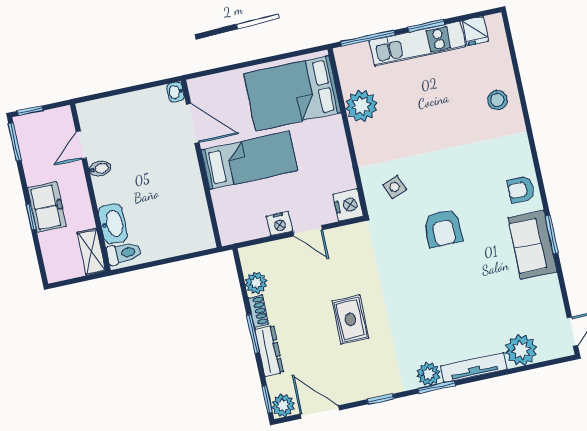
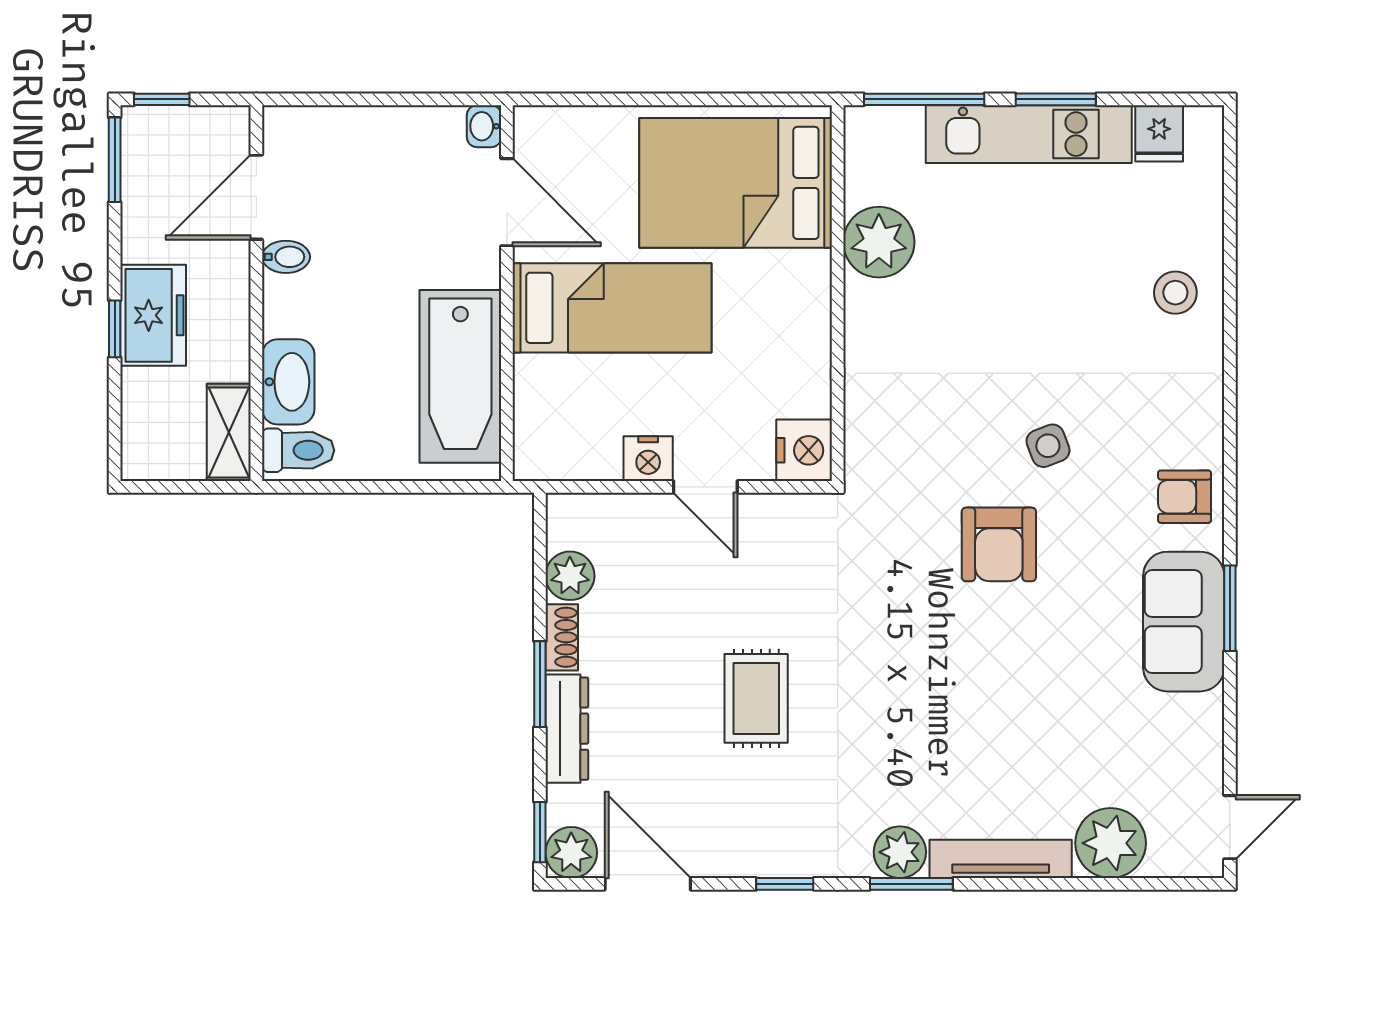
door: (81, 145) -> (256, 197), width x1.38
side table: (395, 187) -> (1048, 446), moved
bathtub: (189, 205) -> (460, 376), added

